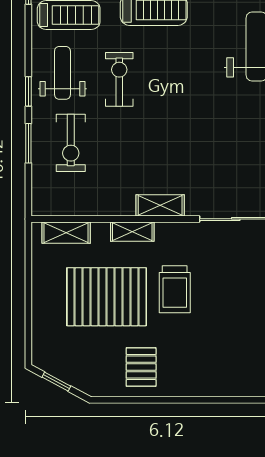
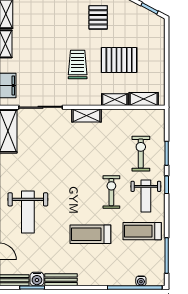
exercise bike: (119, 79) -> (111, 192), turned 180
shelving: (132, 232) -> (115, 100), moved
pallet: (107, 297) -> (119, 60), width x0.73, depth x0.71

